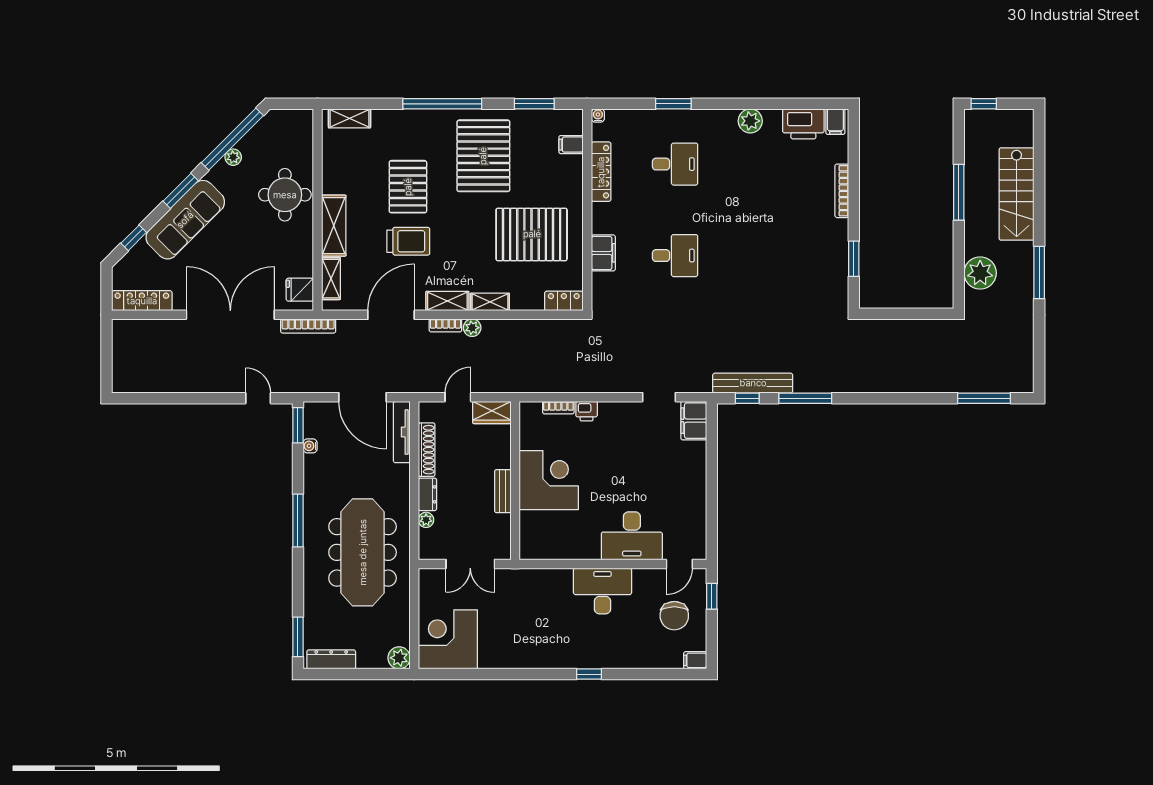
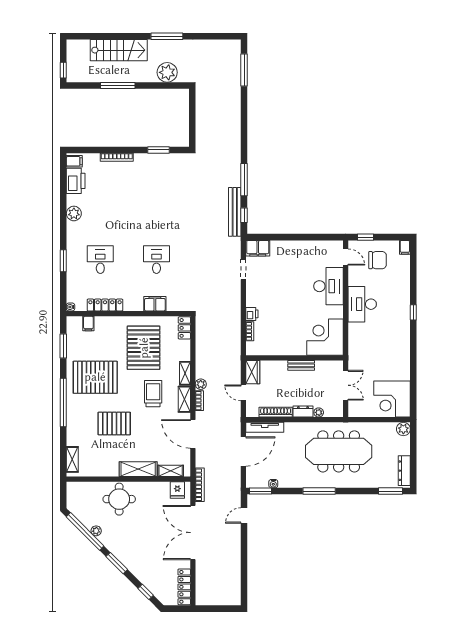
sofa: (185, 220) -> (134, 560), removed
trolley: (408, 241) -> (153, 394), moved
corner desk: (549, 480) -> (325, 337), moved

